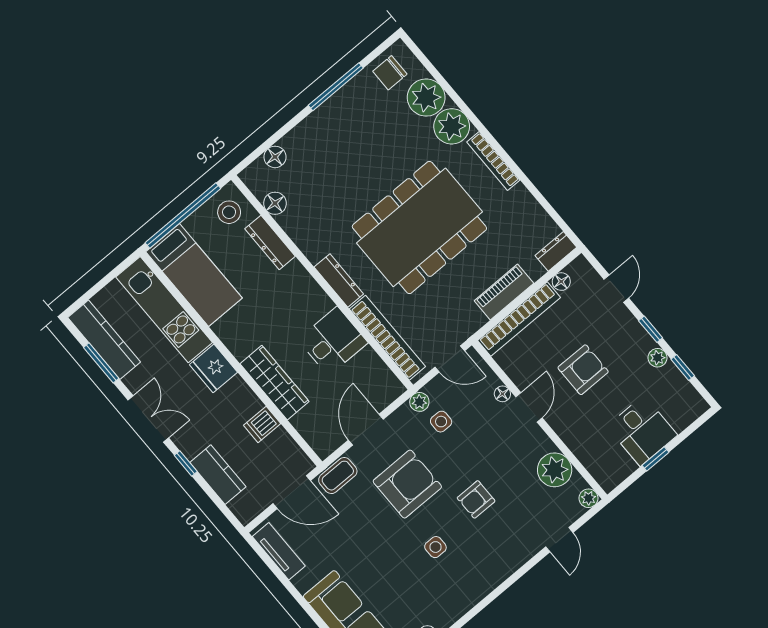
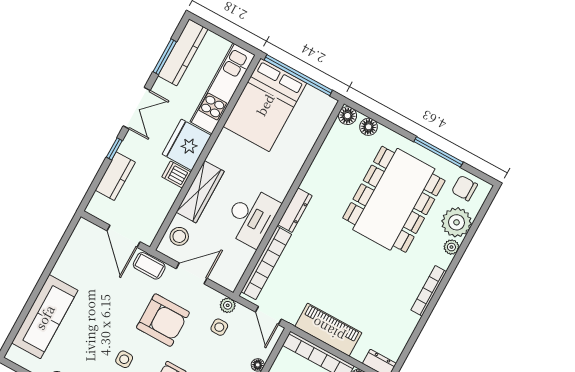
plant: (452, 126) -> (451, 247), width x0.53, depth x0.53
floor lamp: (275, 203) -> (347, 116), moved
stool: (229, 212) -> (179, 236), moved
dining table: (419, 227) -> (394, 199), moved, turned 90
dresser: (270, 243) -> (303, 148), removed
bed: (194, 275) -> (265, 105), width x1.50
piano: (504, 292) -> (328, 330), width x1.37, depth x1.33
desk: (333, 341) -> (251, 217), width x1.37
fridge: (214, 368) -> (187, 145), width x1.36, depth x1.34
dishwasher: (262, 424) -> (176, 174), moved
tv unit: (279, 551) -> (76, 244), removed

